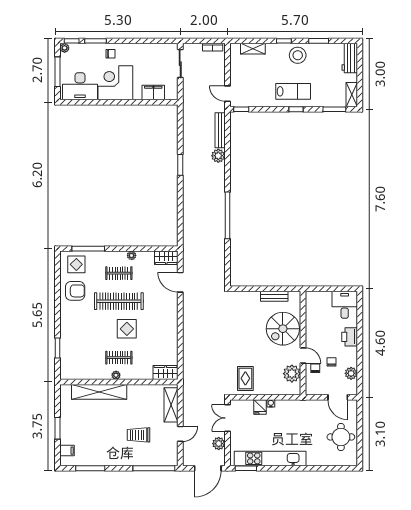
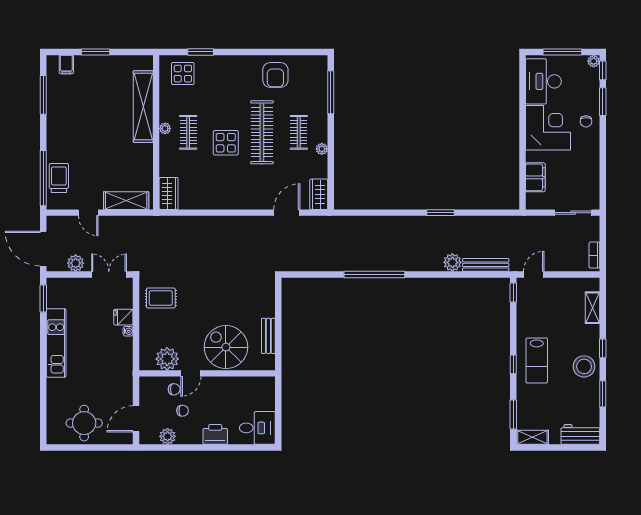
display table: (76, 264) -> (183, 74), moved
trolley: (138, 435) -> (59, 178), moved
kitchen unit: (270, 458) -> (56, 343), width x0.73

